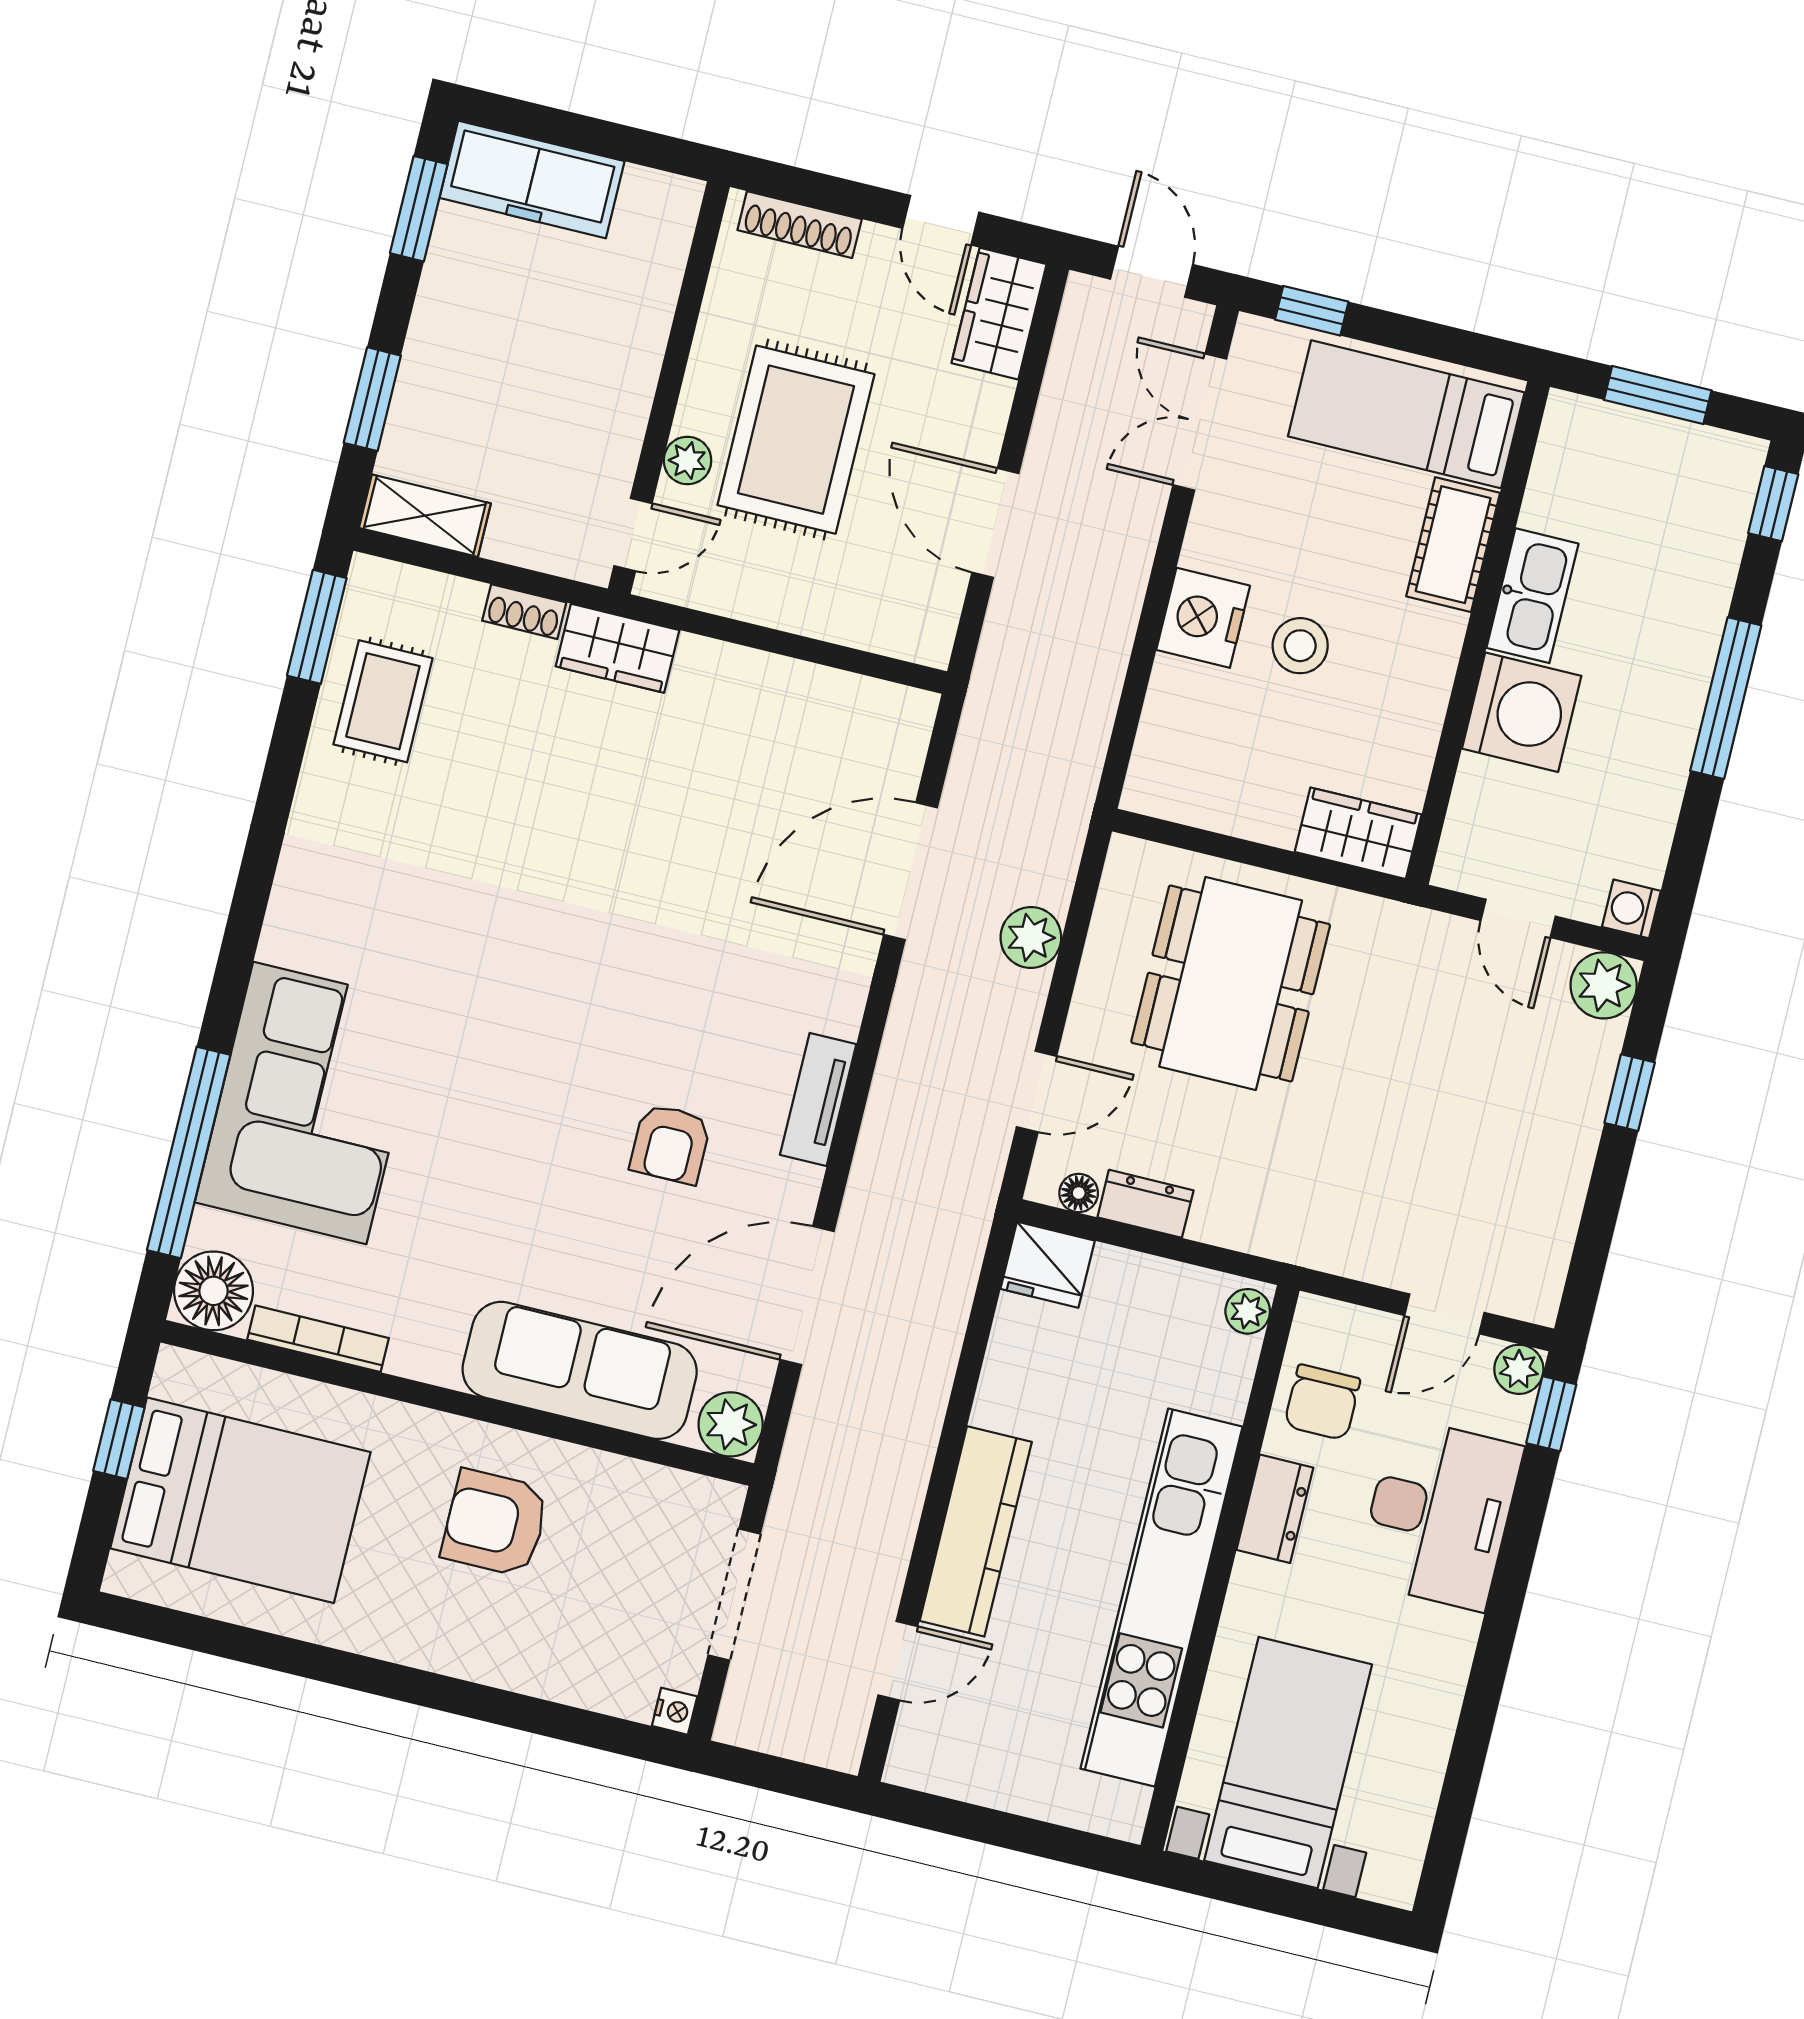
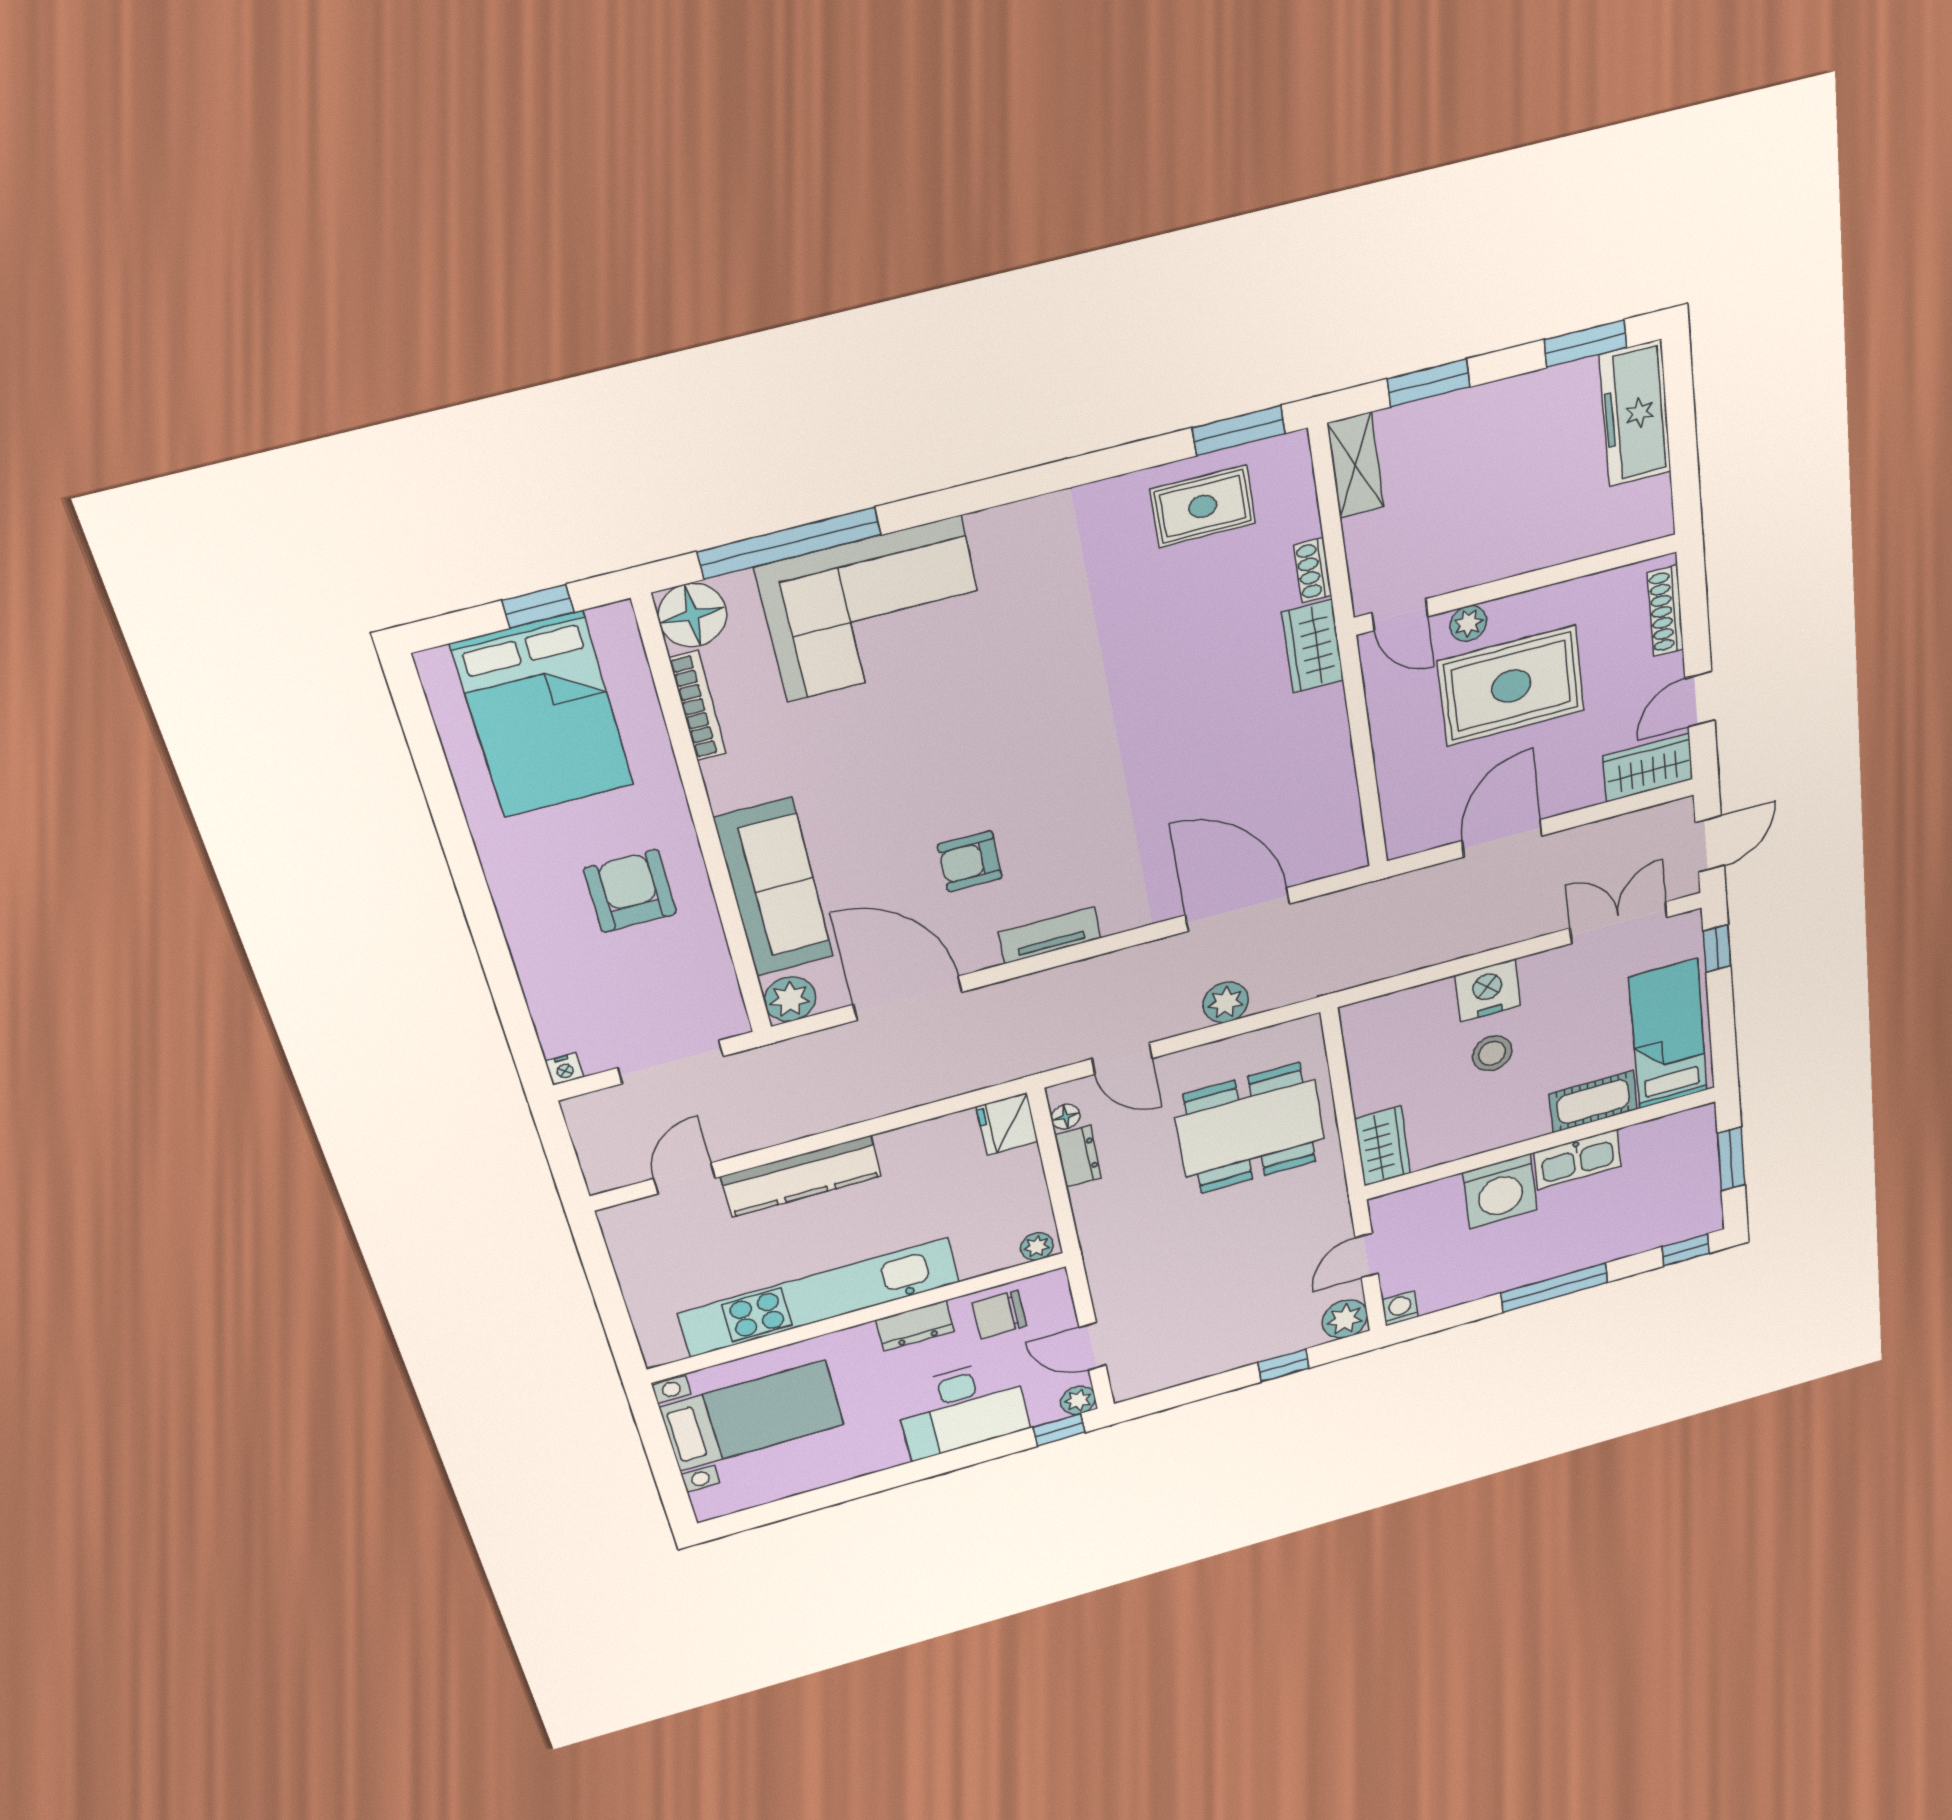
door: (898, 1661) -> (685, 1178), swing flipped

